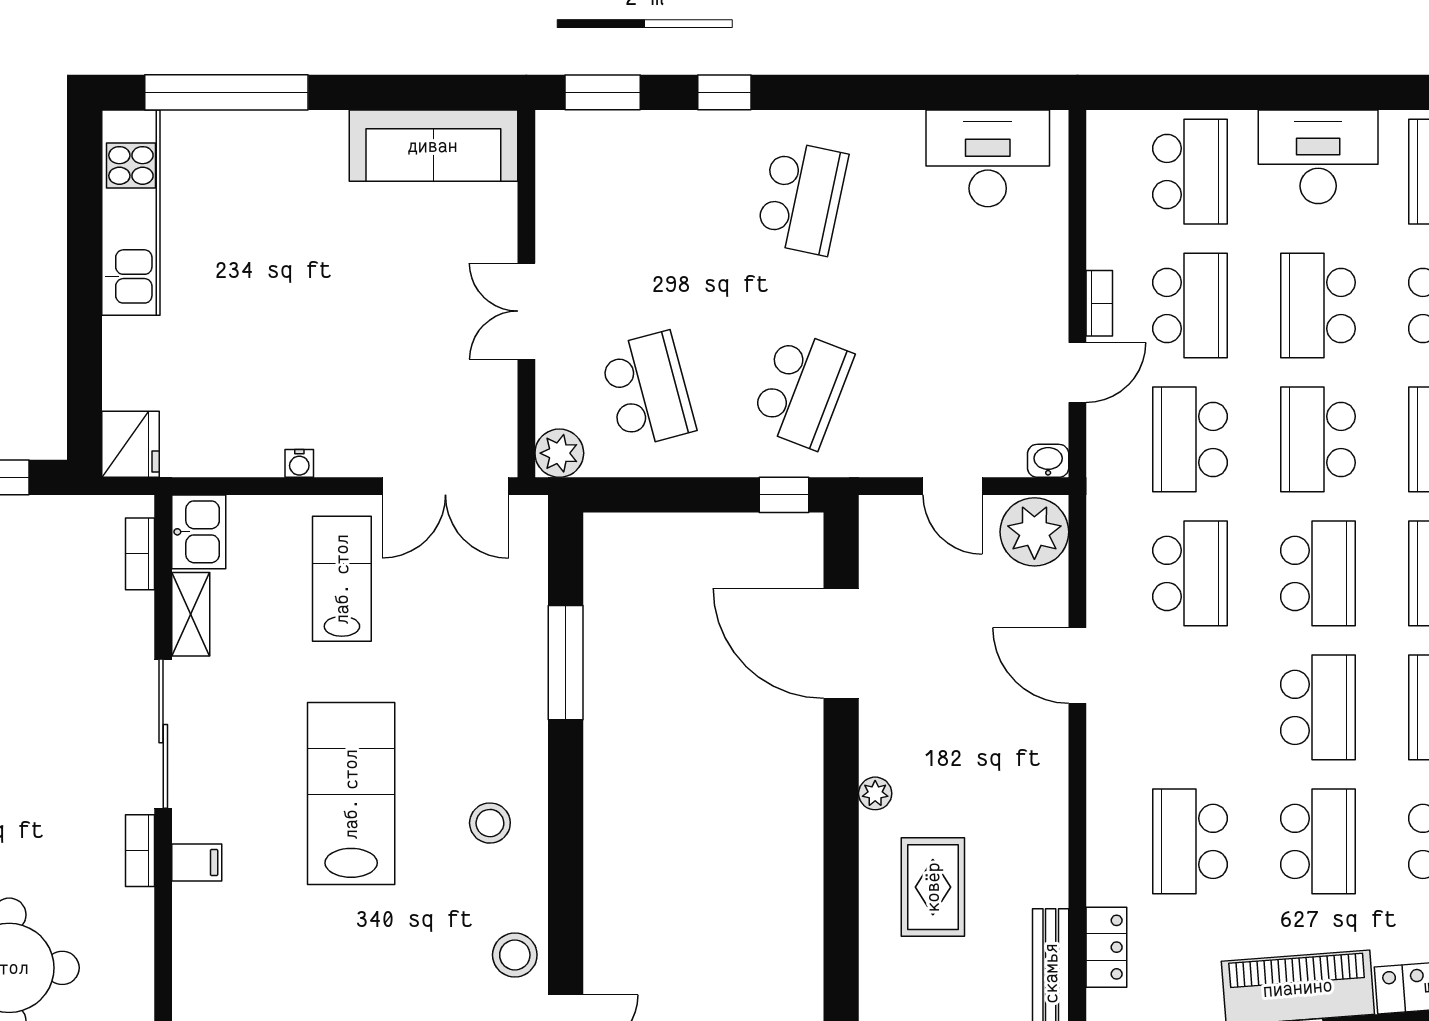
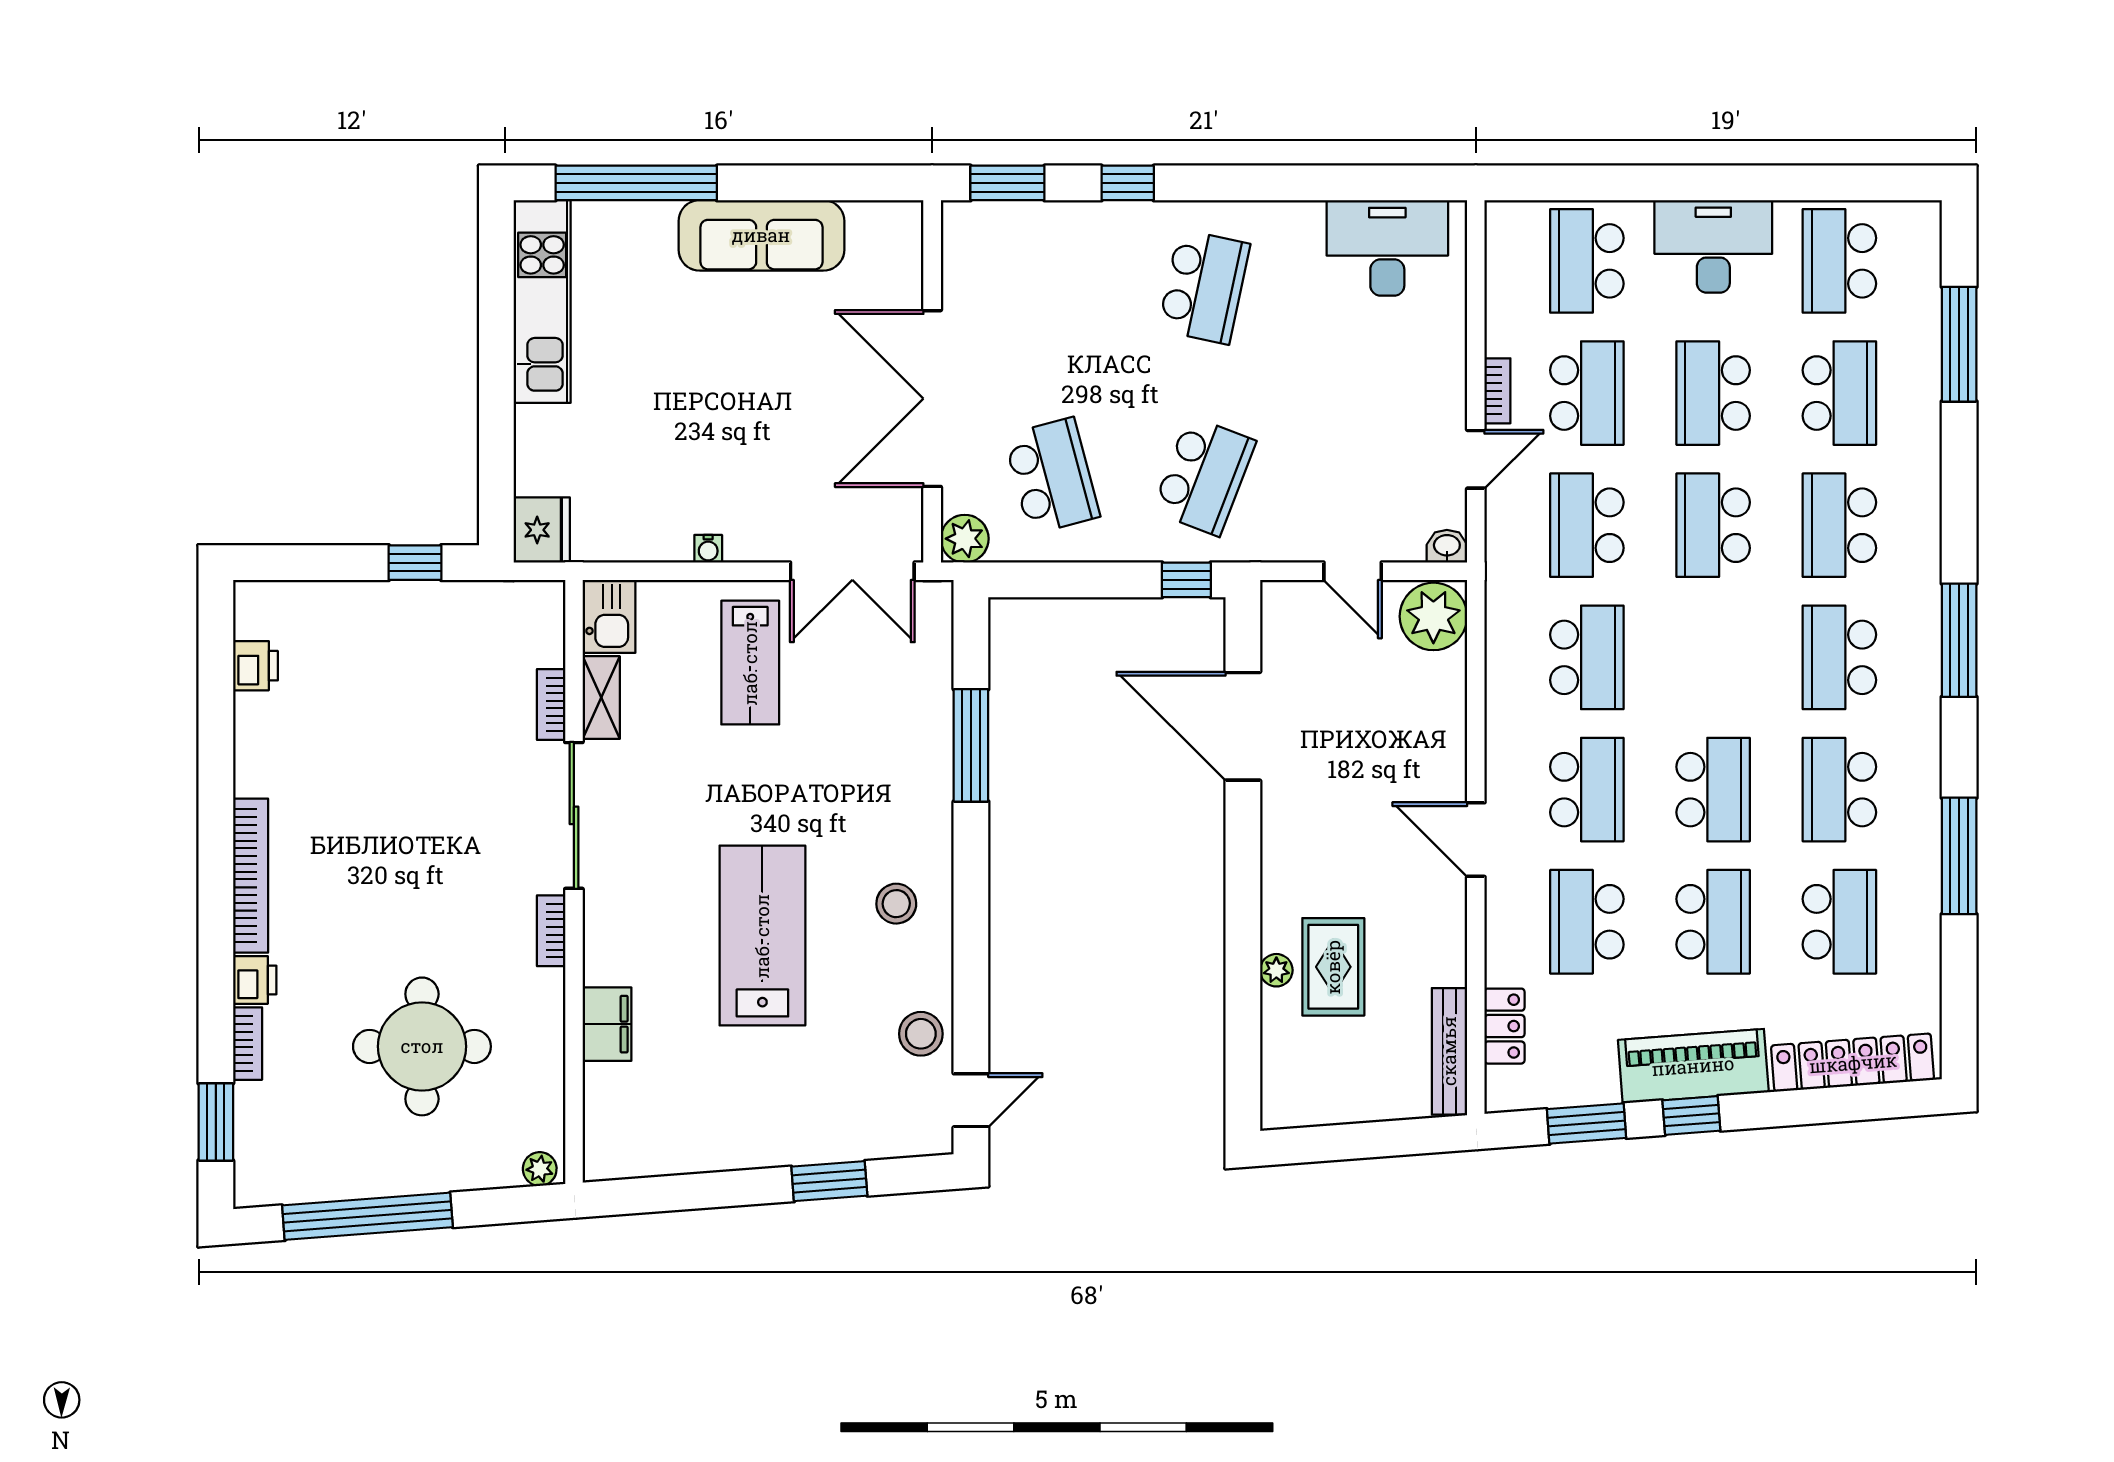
sofa: (433, 146) -> (761, 235), moved
school desk: (1190, 172) -> (1587, 261), turned 180
double door: (526, 311) -> (932, 399), width x1.87
bookcase: (140, 554) -> (551, 704), moved
school desk: (1318, 573) -> (1587, 790), moved
lab bench: (342, 579) -> (750, 663), turned 180
door: (1077, 666) -> (1476, 840), moved
plant: (875, 793) -> (1276, 970), moved
lab bench: (351, 794) -> (762, 936), moved
filing cabinet: (197, 863) -> (607, 1024), moved, width x2.00

